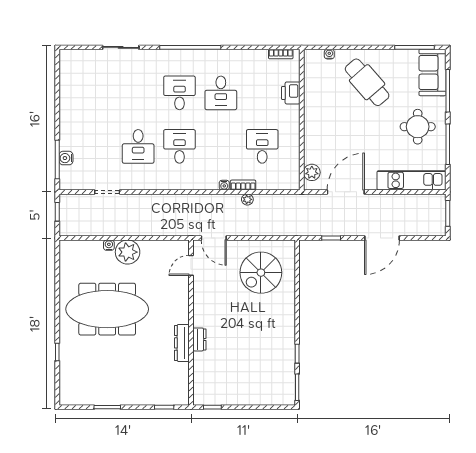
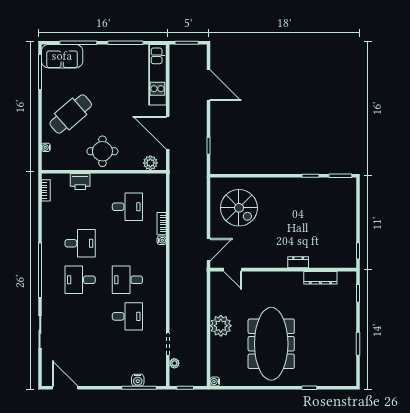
door: (57, 76) -> (65, 388), added
round table: (418, 127) -> (102, 151), moved
desk: (262, 146) -> (127, 207), turned 180
plant: (247, 199) -> (174, 363), moved
door: (382, 238) -> (208, 85), moved
water cooler: (109, 245) -> (215, 382), moved
dresser: (182, 343) -> (320, 278), moved

